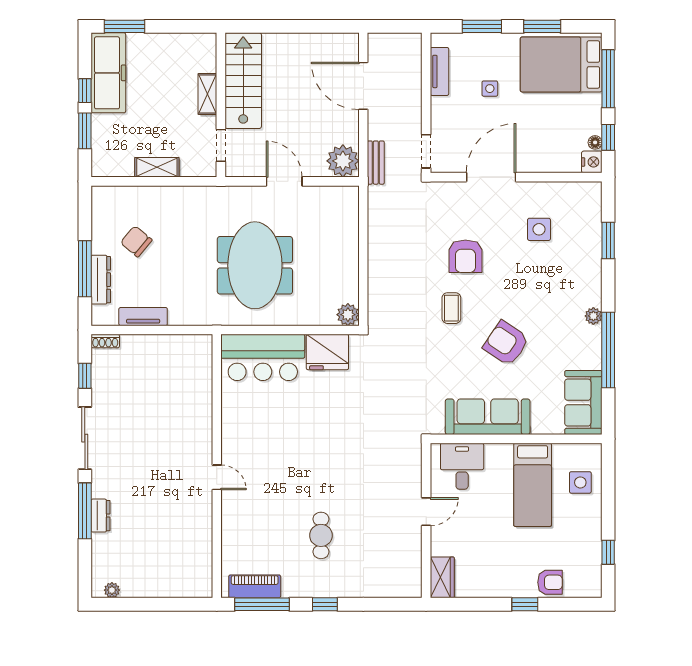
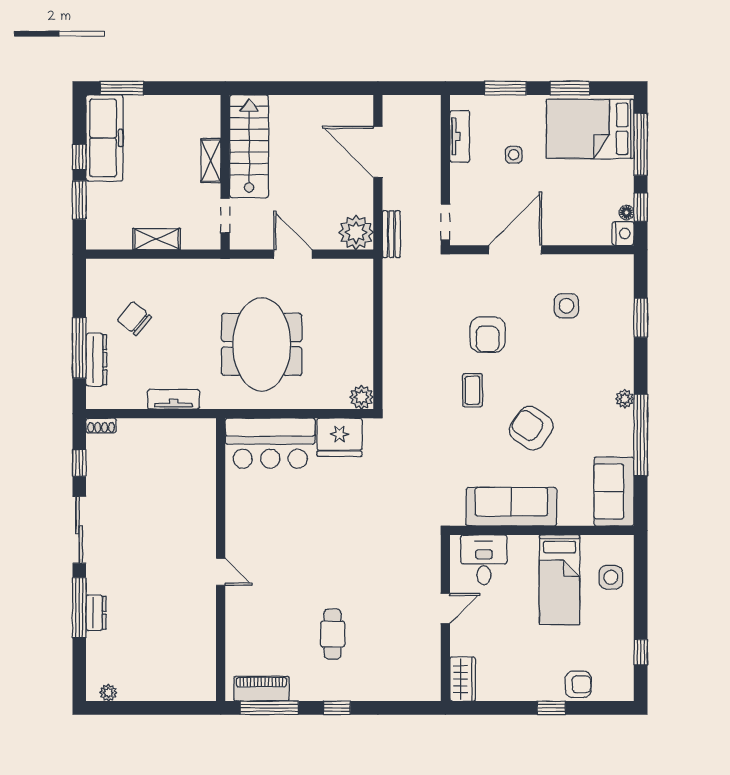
tv unit: (143, 317) -> (174, 399), moved

